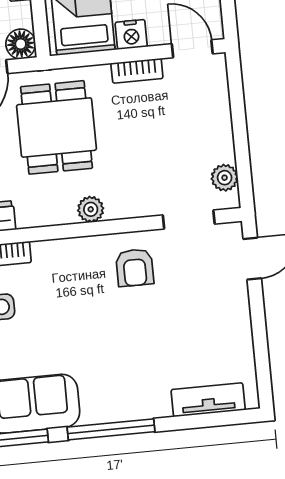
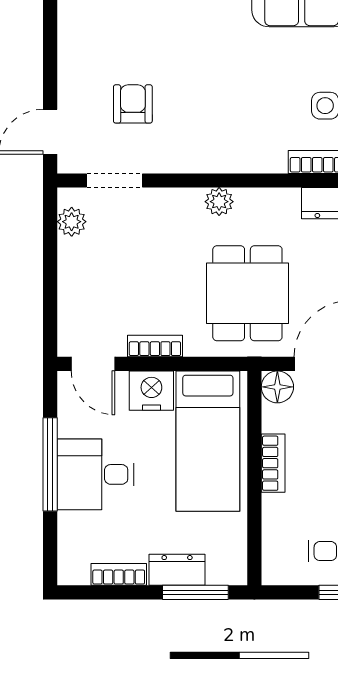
nightstand: (131, 34) -> (151, 391), width x1.36, depth x1.33
armchair: (135, 268) -> (133, 104), moved

